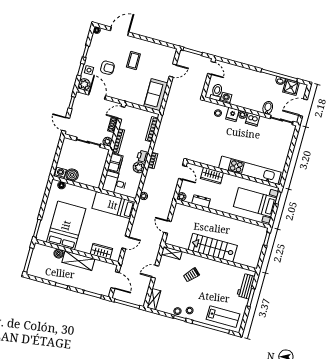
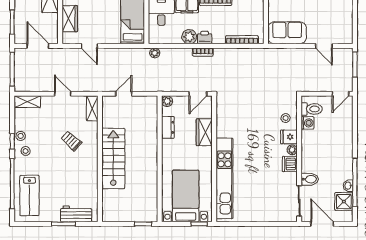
door: (115, 280) -> (38, 46), swing flipped

